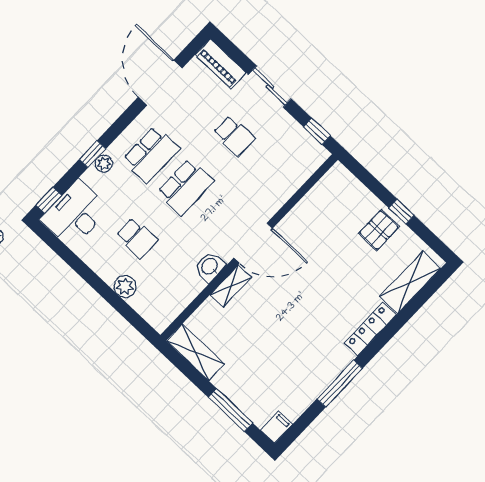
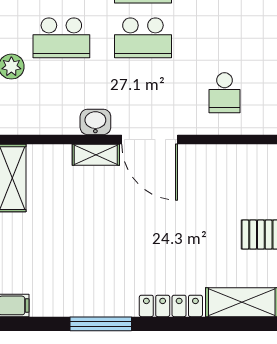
school desk: (234, 136) -> (224, 93), moved
school desk: (137, 238) -> (61, 38), width x1.85

